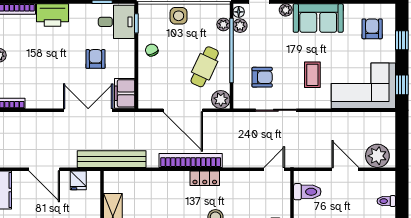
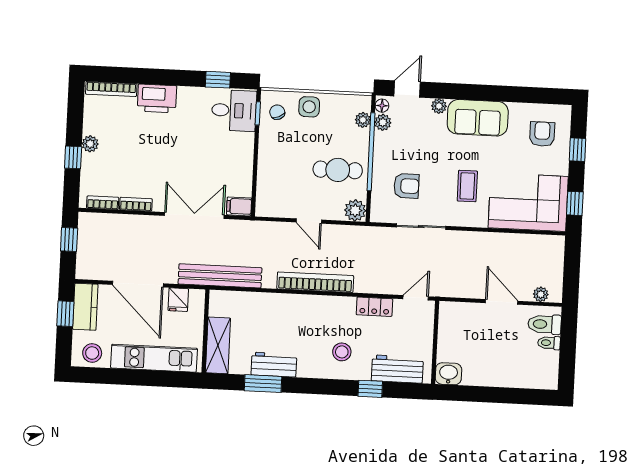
chair: (152, 50) -> (277, 112), moved
armchair: (96, 59) -> (206, 154), removed
cafe table: (205, 67) -> (338, 170), turned 65
filing cabinet: (125, 93) -> (239, 206), width x0.50
bookcase: (39, 103) -> (136, 204), added
door: (183, 110) -> (309, 221), width x0.53
plant: (377, 156) -> (541, 294), width x0.53, depth x0.53
door: (44, 169) -> (138, 284), width x1.36
locker: (205, 178) -> (374, 307), moved
toilet: (307, 192) -> (545, 324), moved, turned 180

